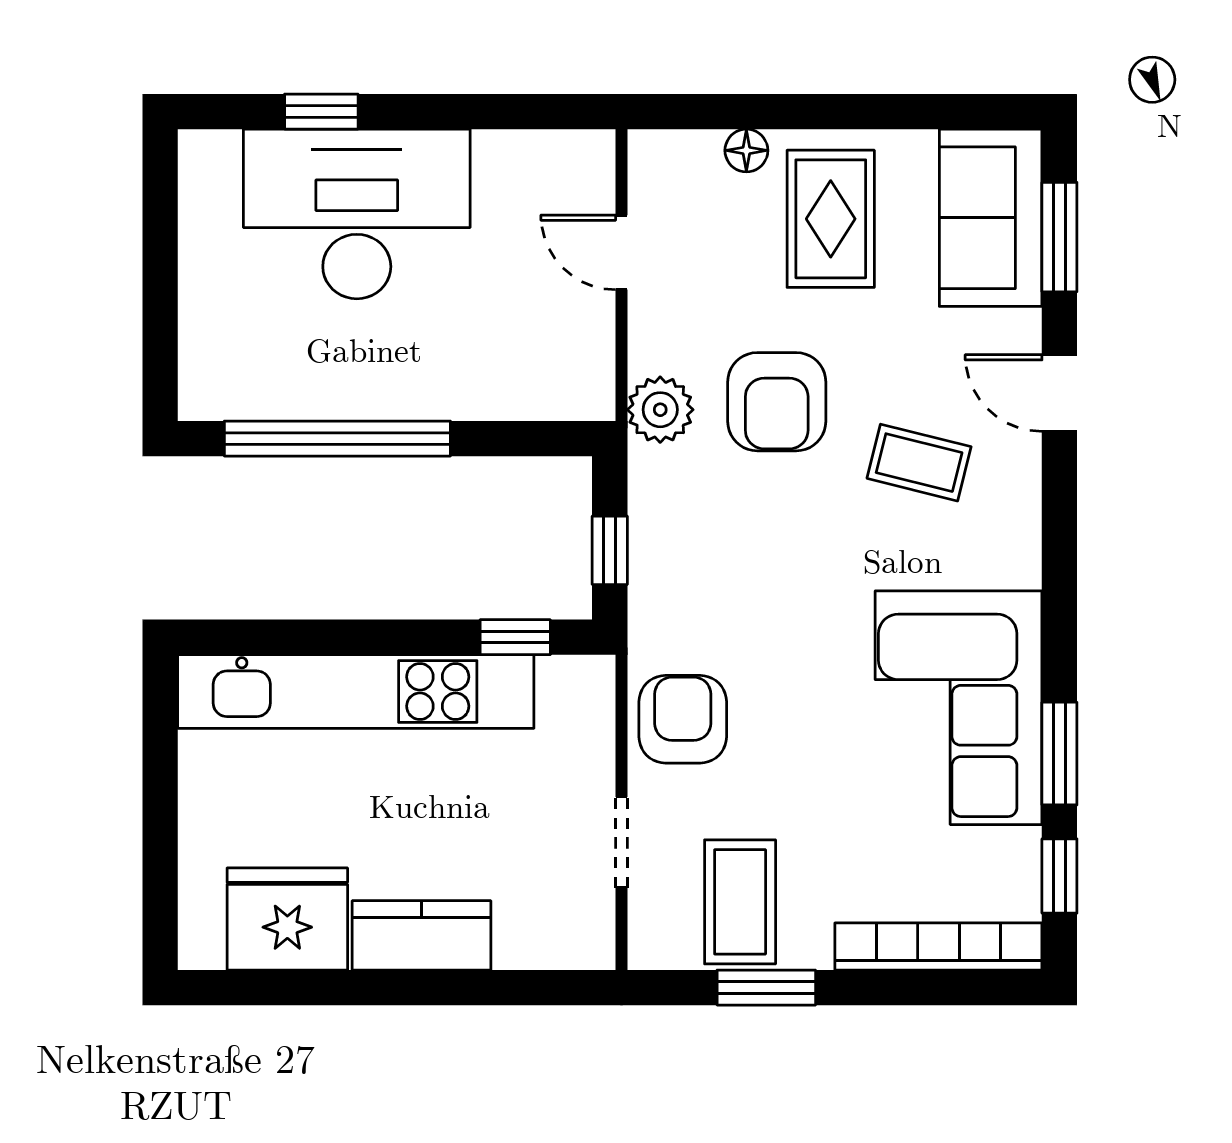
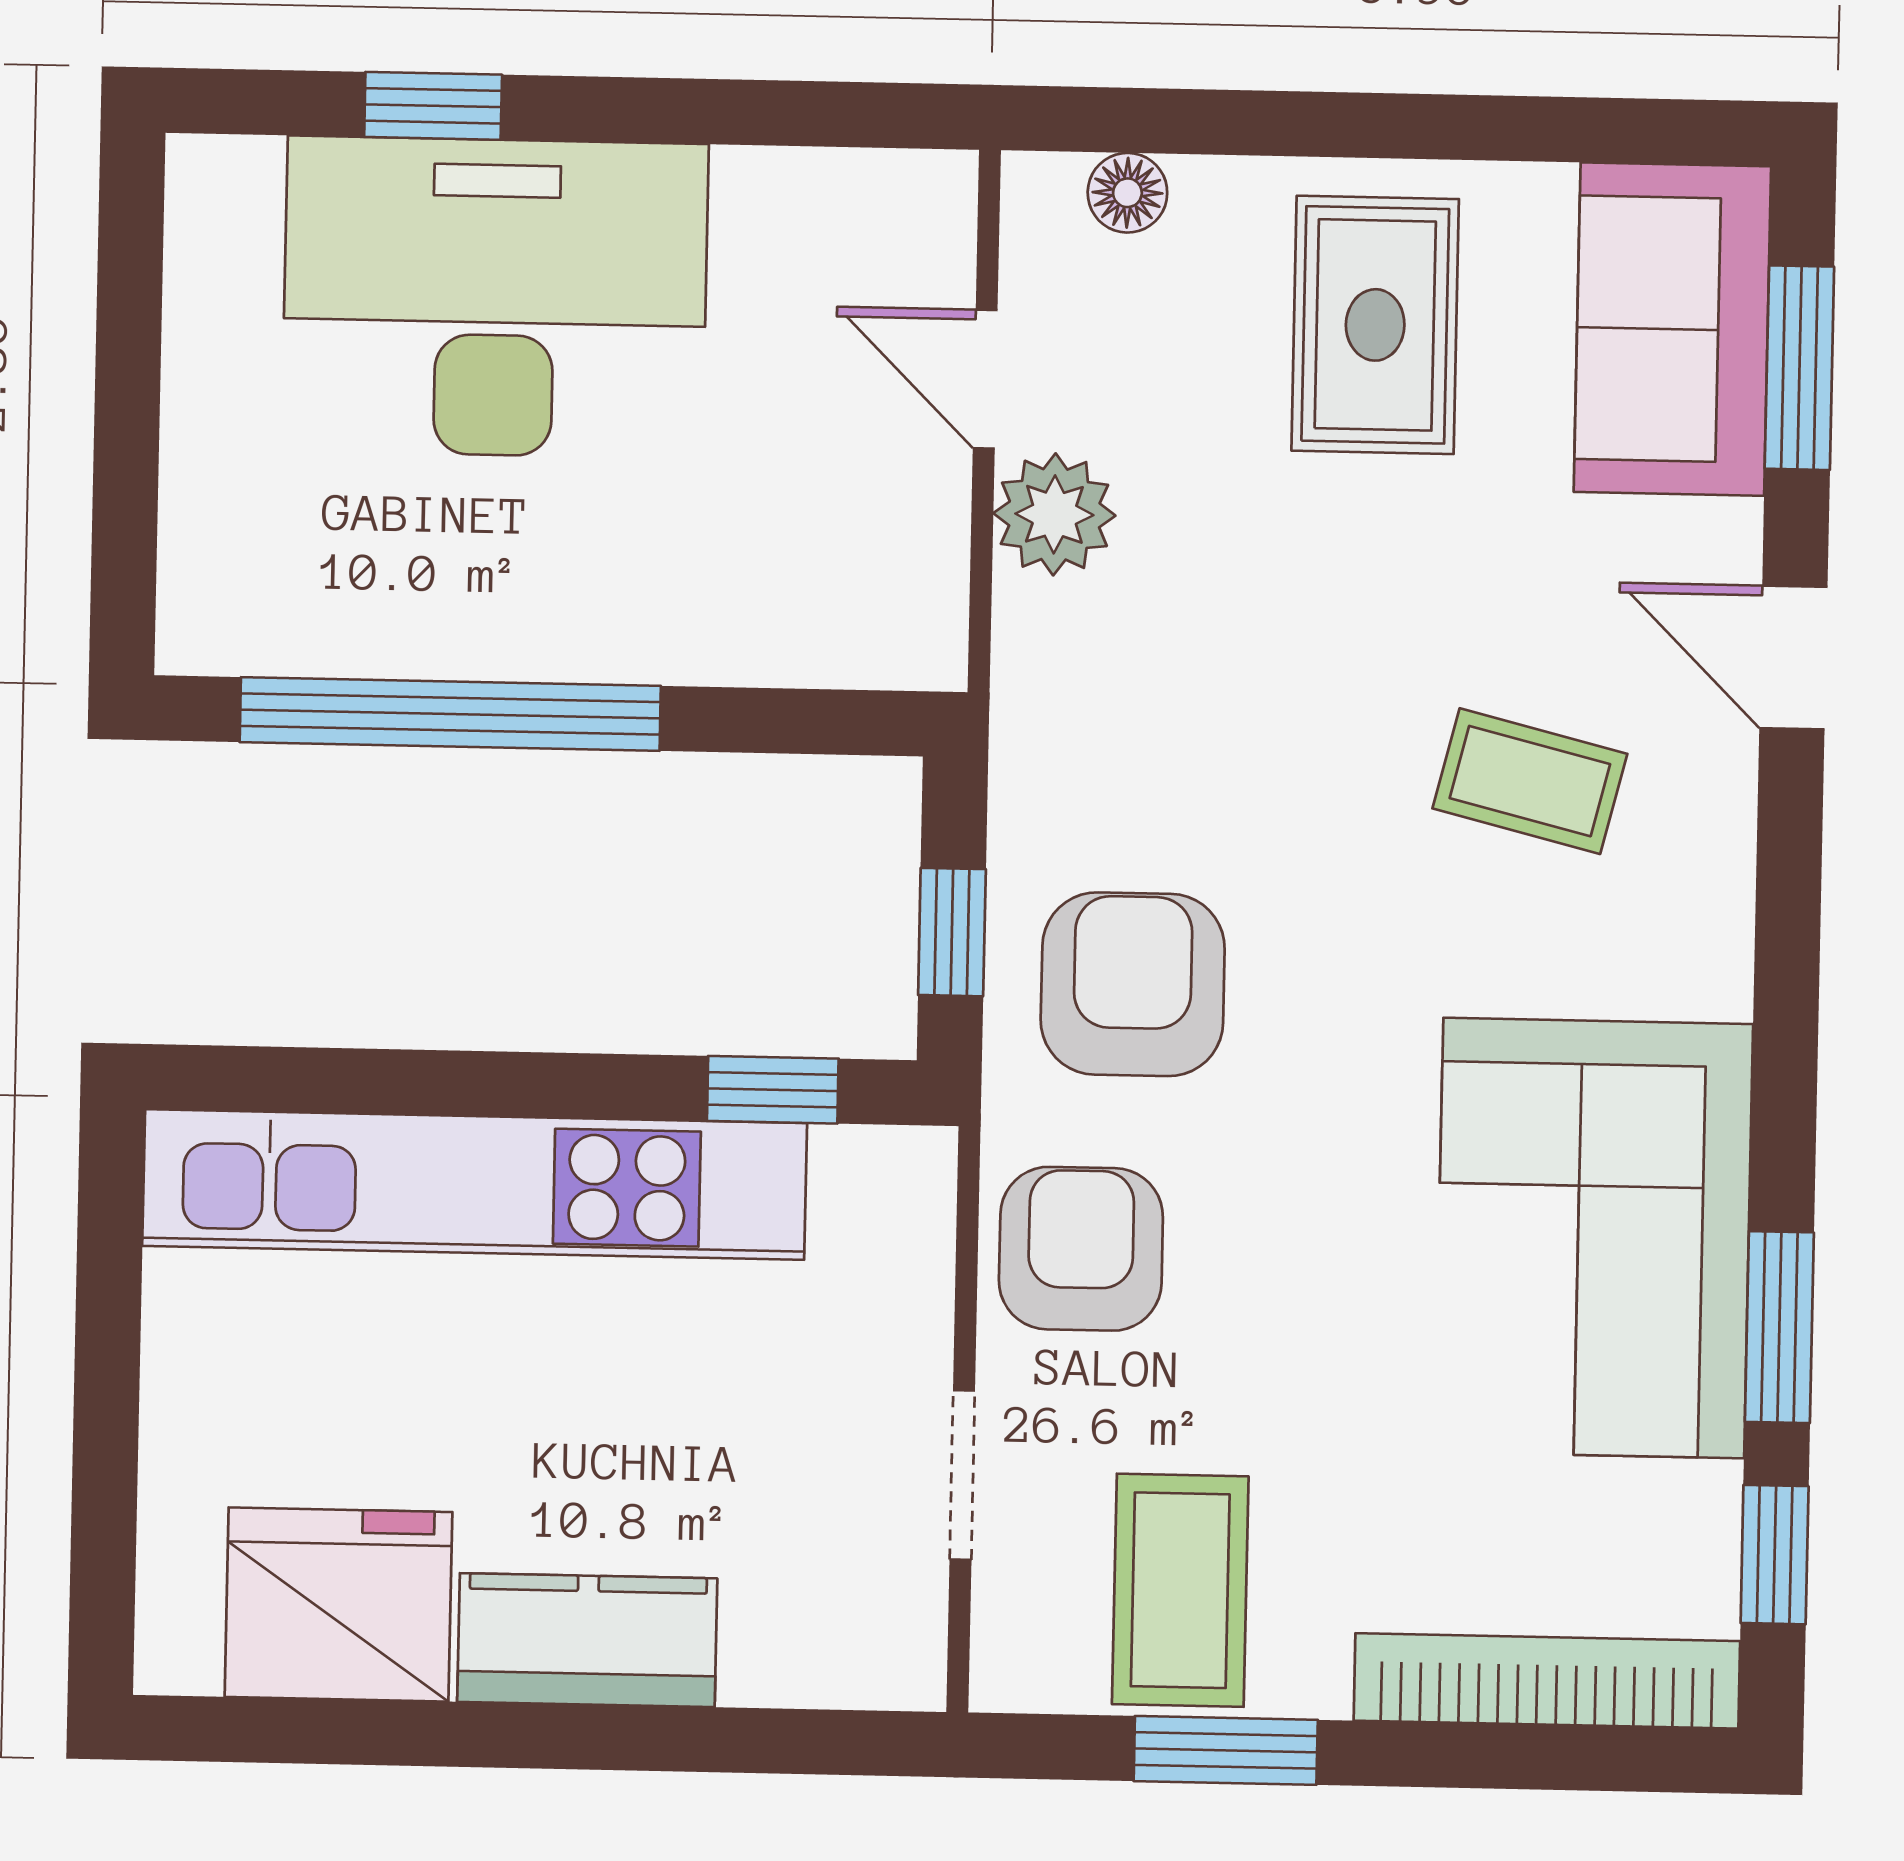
floor lamp: (746, 150) -> (1127, 193), moved
armchair: (777, 402) -> (1133, 984), moved, turned 180
plant: (660, 410) -> (1054, 514), moved

